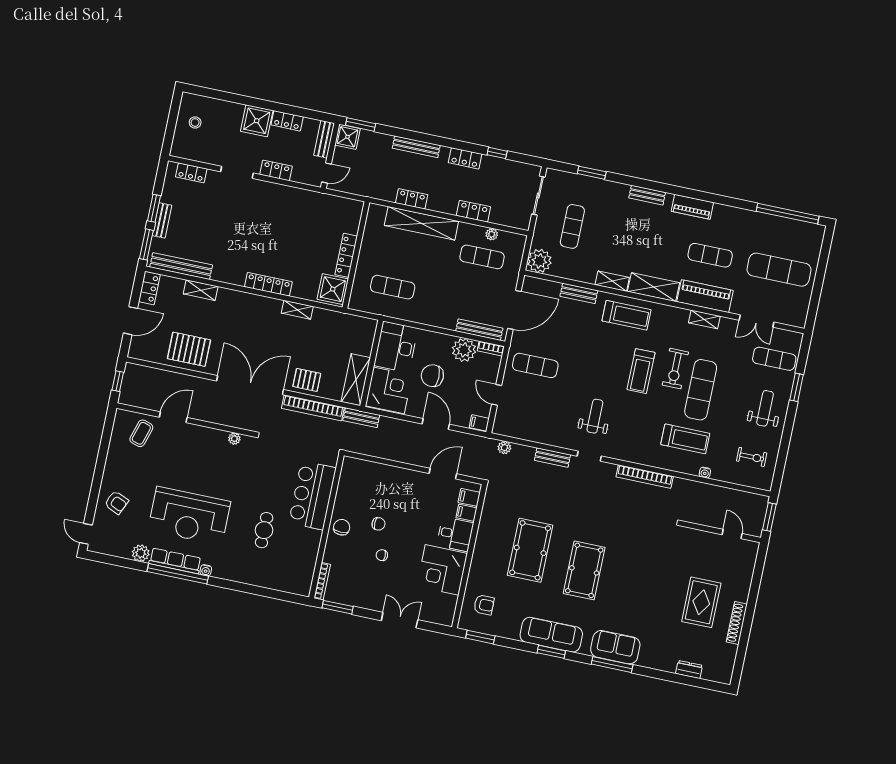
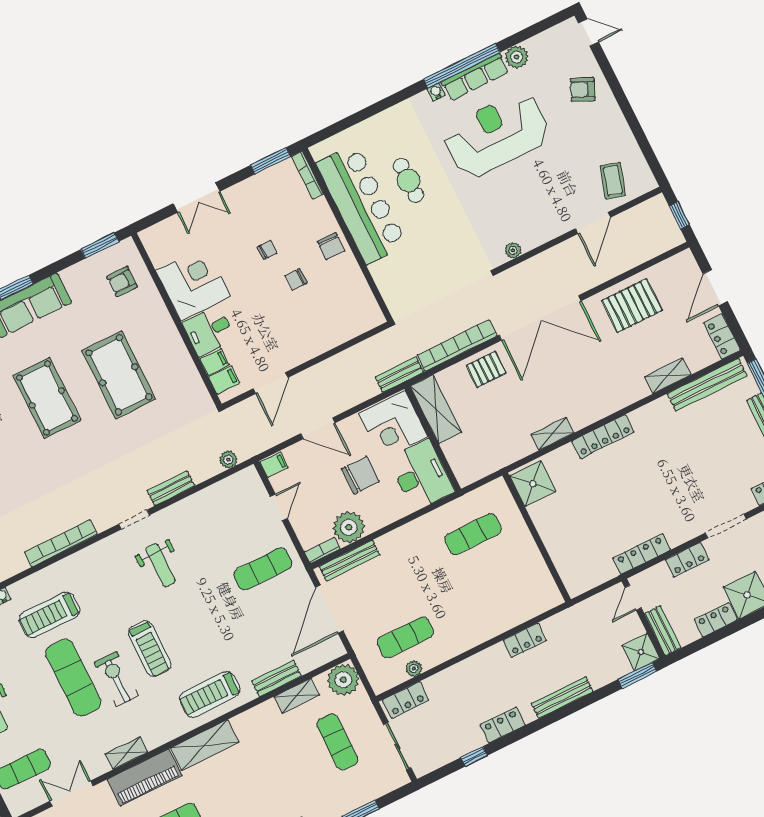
locker: (473, 211) -> (405, 700), moved
shelving: (421, 223) -> (495, 623), removed
locker: (346, 255) -> (642, 554), moved, turned -90
shelving: (612, 281) -> (297, 696), moved
treadmill: (641, 371) -> (150, 649), turned 180
door: (497, 395) -> (279, 507), hinge flipped
bar counter: (312, 495) -> (362, 204), moved, width x1.36

